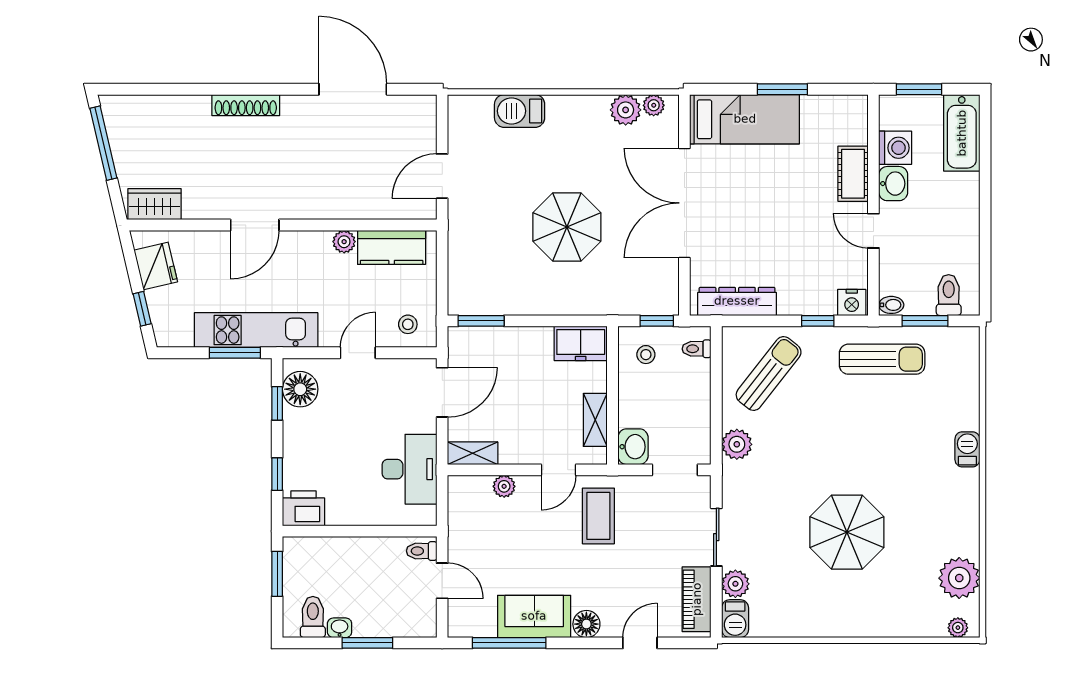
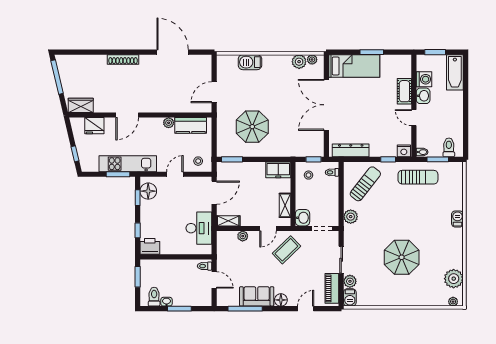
parasol: (567, 227) -> (252, 127), moved
fridge: (156, 266) -> (94, 126), moved, turned 103
coffee table: (598, 516) -> (286, 250), turned 46

